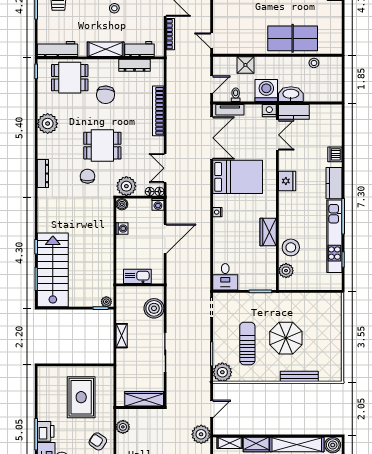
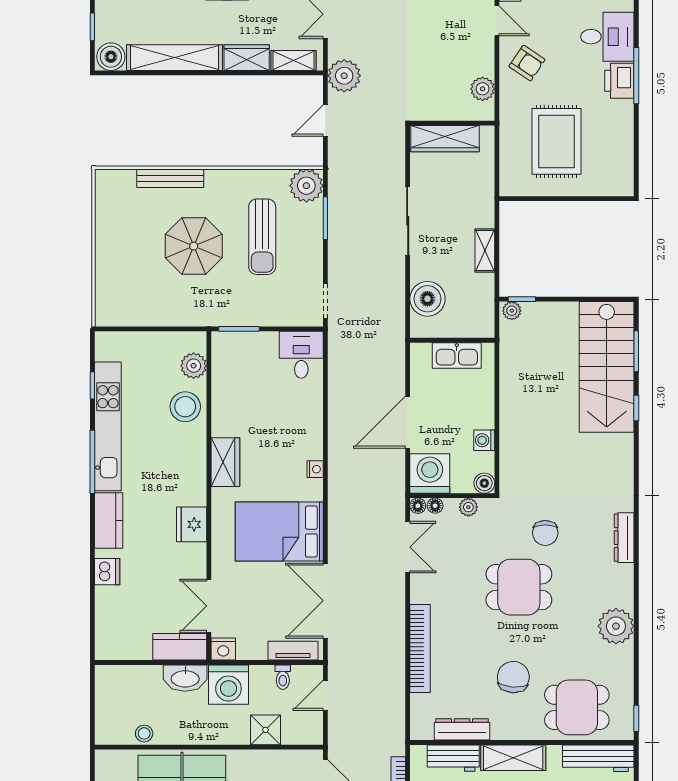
plant: (126, 186) -> (468, 507), width x0.53, depth x0.53
washing machine: (158, 204) -> (430, 474), width x1.89, depth x1.89
wardrobe: (268, 232) -> (225, 462), moved

